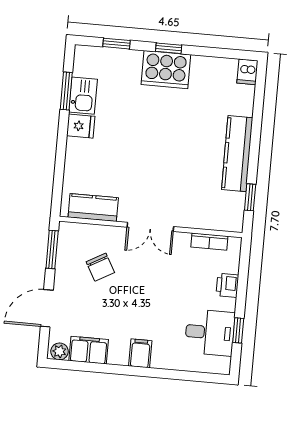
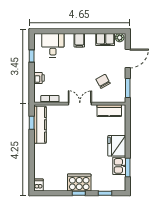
fridge: (81, 126) -> (117, 146), width x1.88, depth x1.34
kitchen counter: (237, 154) -> (40, 125), moved
desk: (210, 333) -> (53, 45), moved, turned 90

